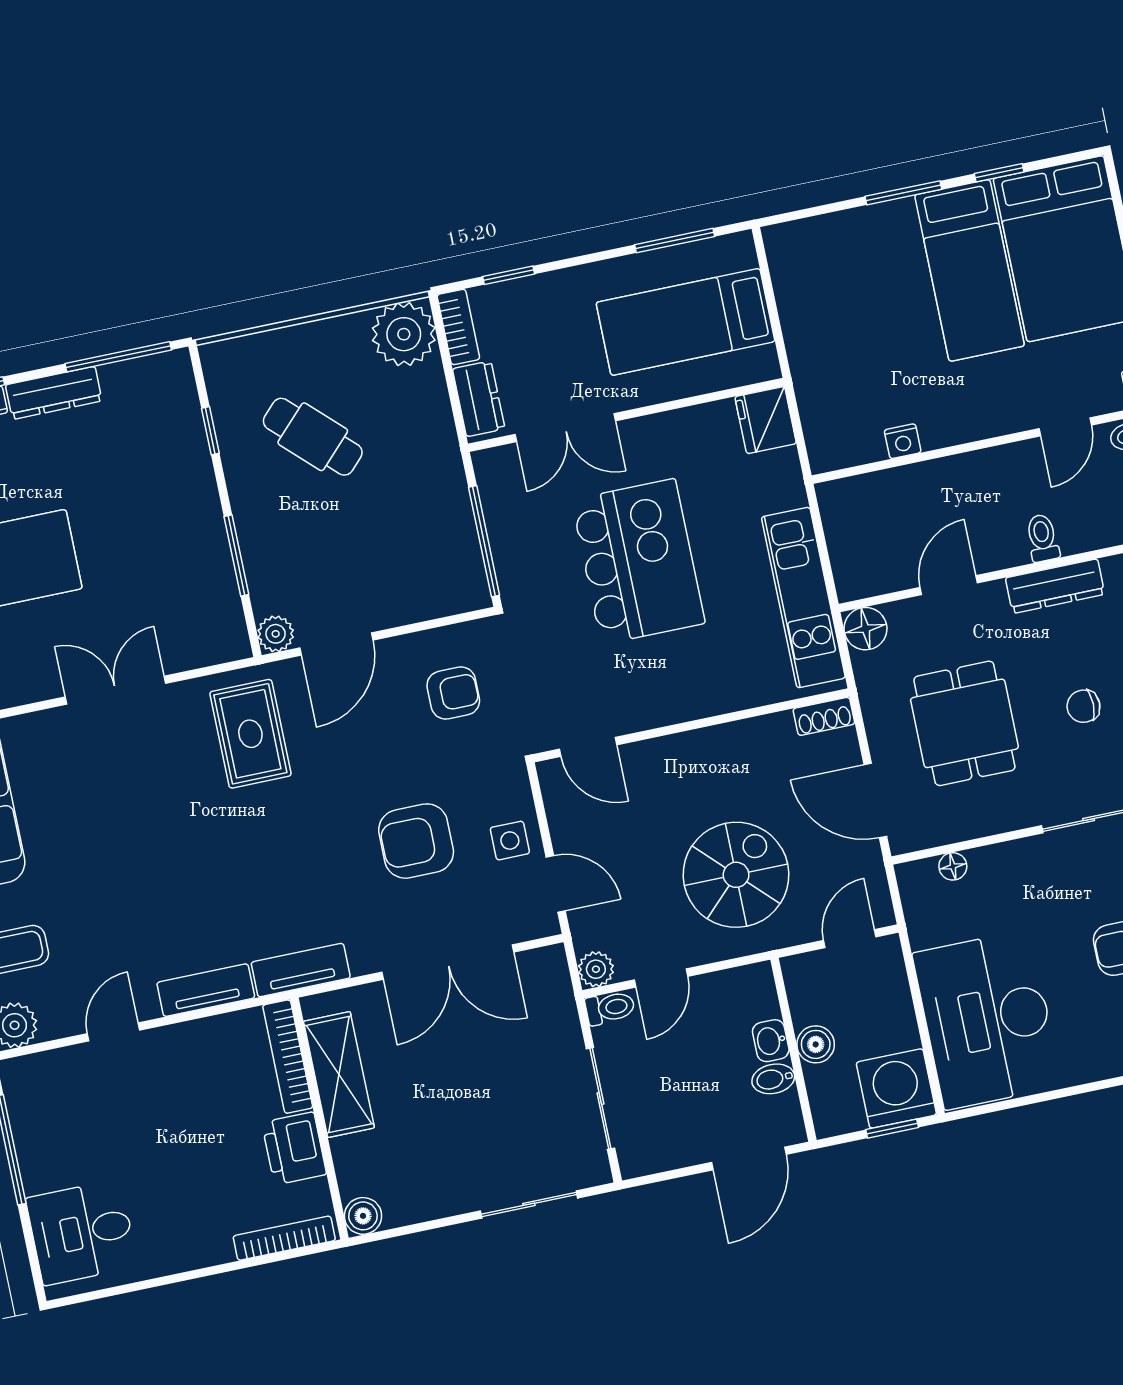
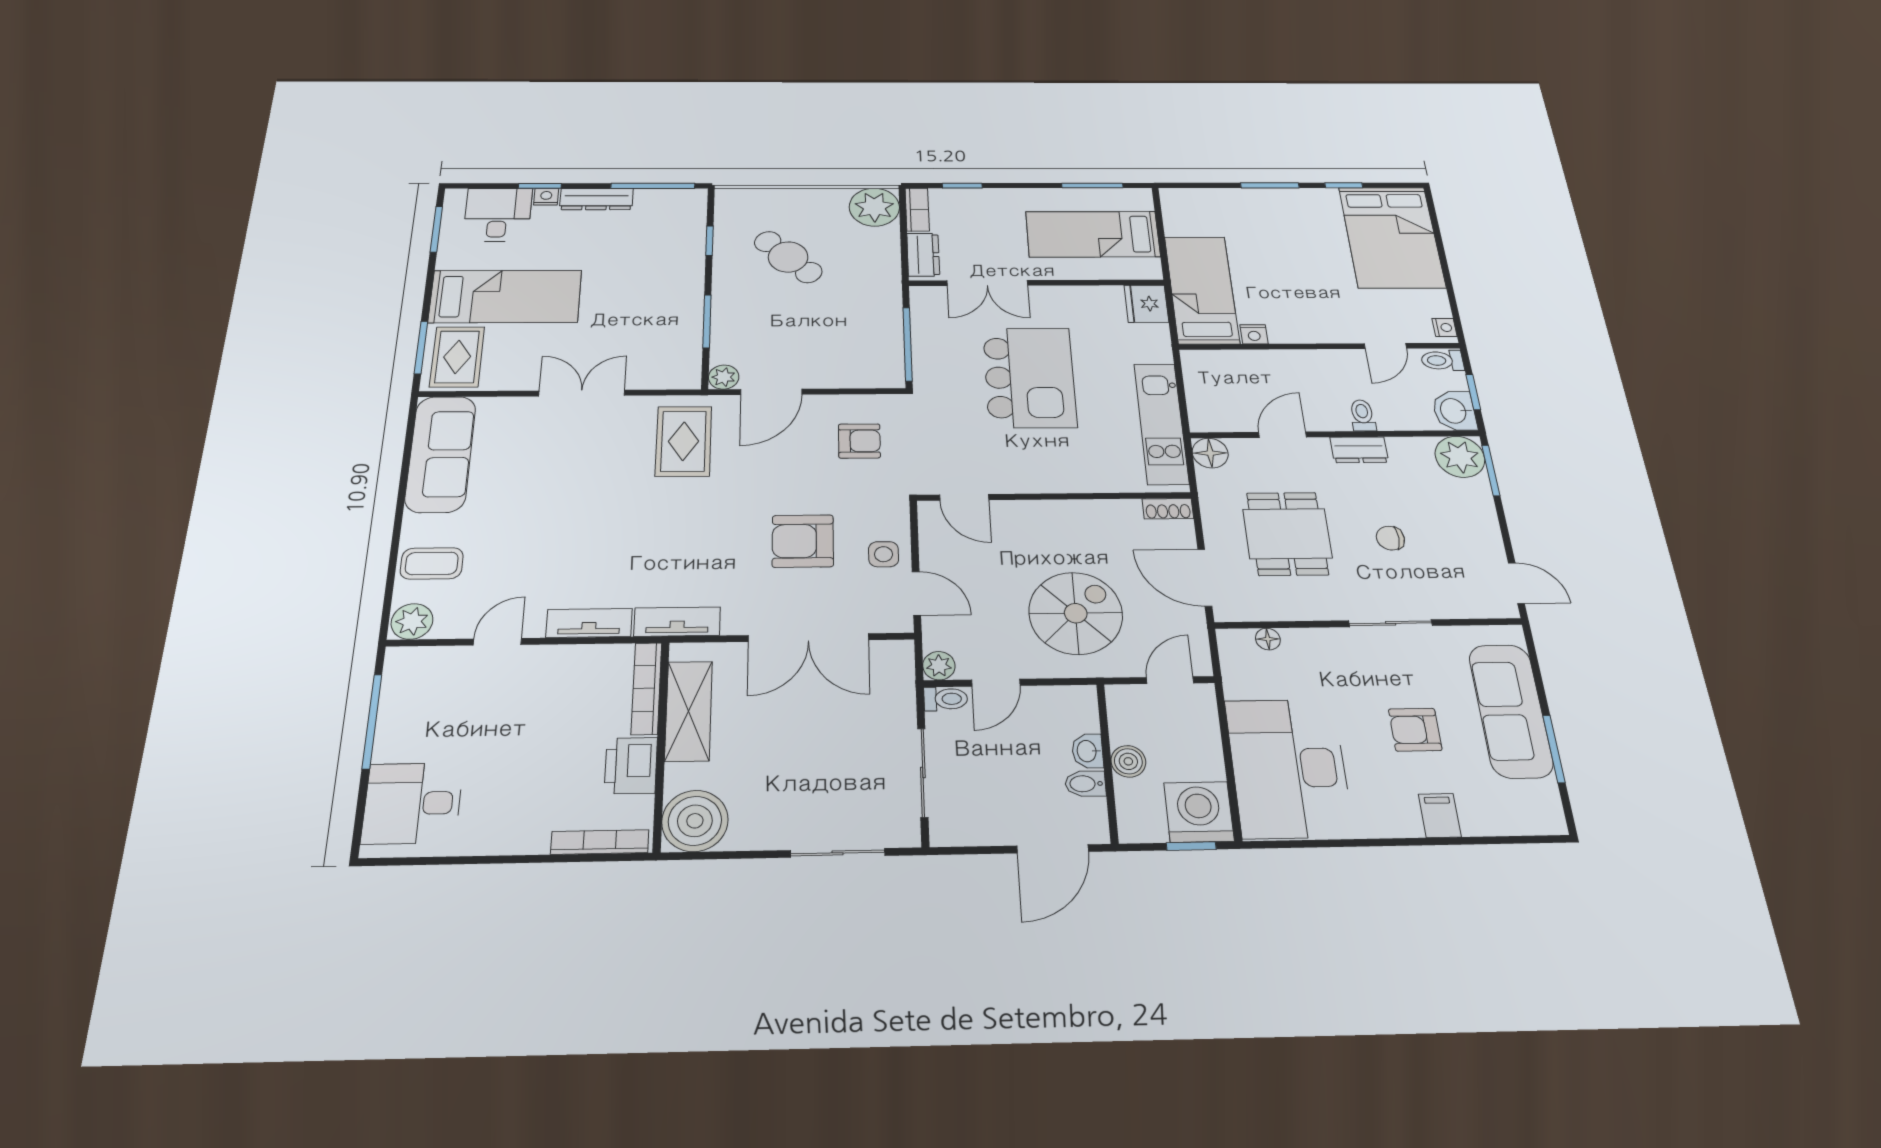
bed: (970, 270) -> (1202, 290), moved, turned 180
dresser: (1055, 586) -> (1359, 450), width x0.70
boiler: (363, 1216) -> (695, 821), width x1.86, depth x1.86

